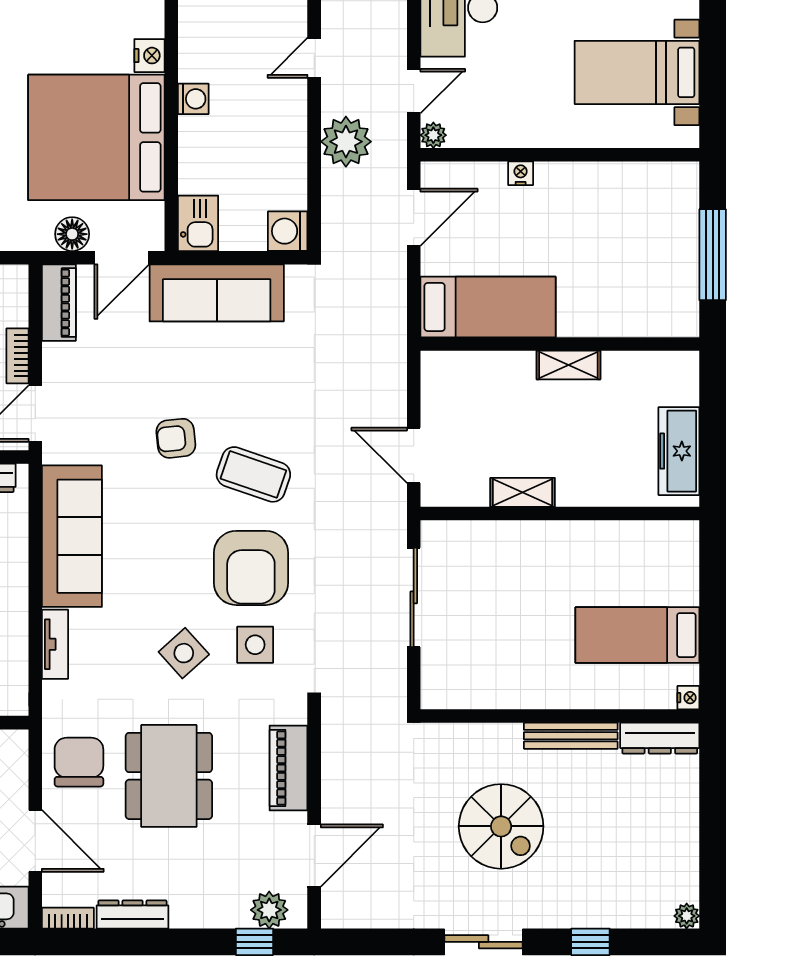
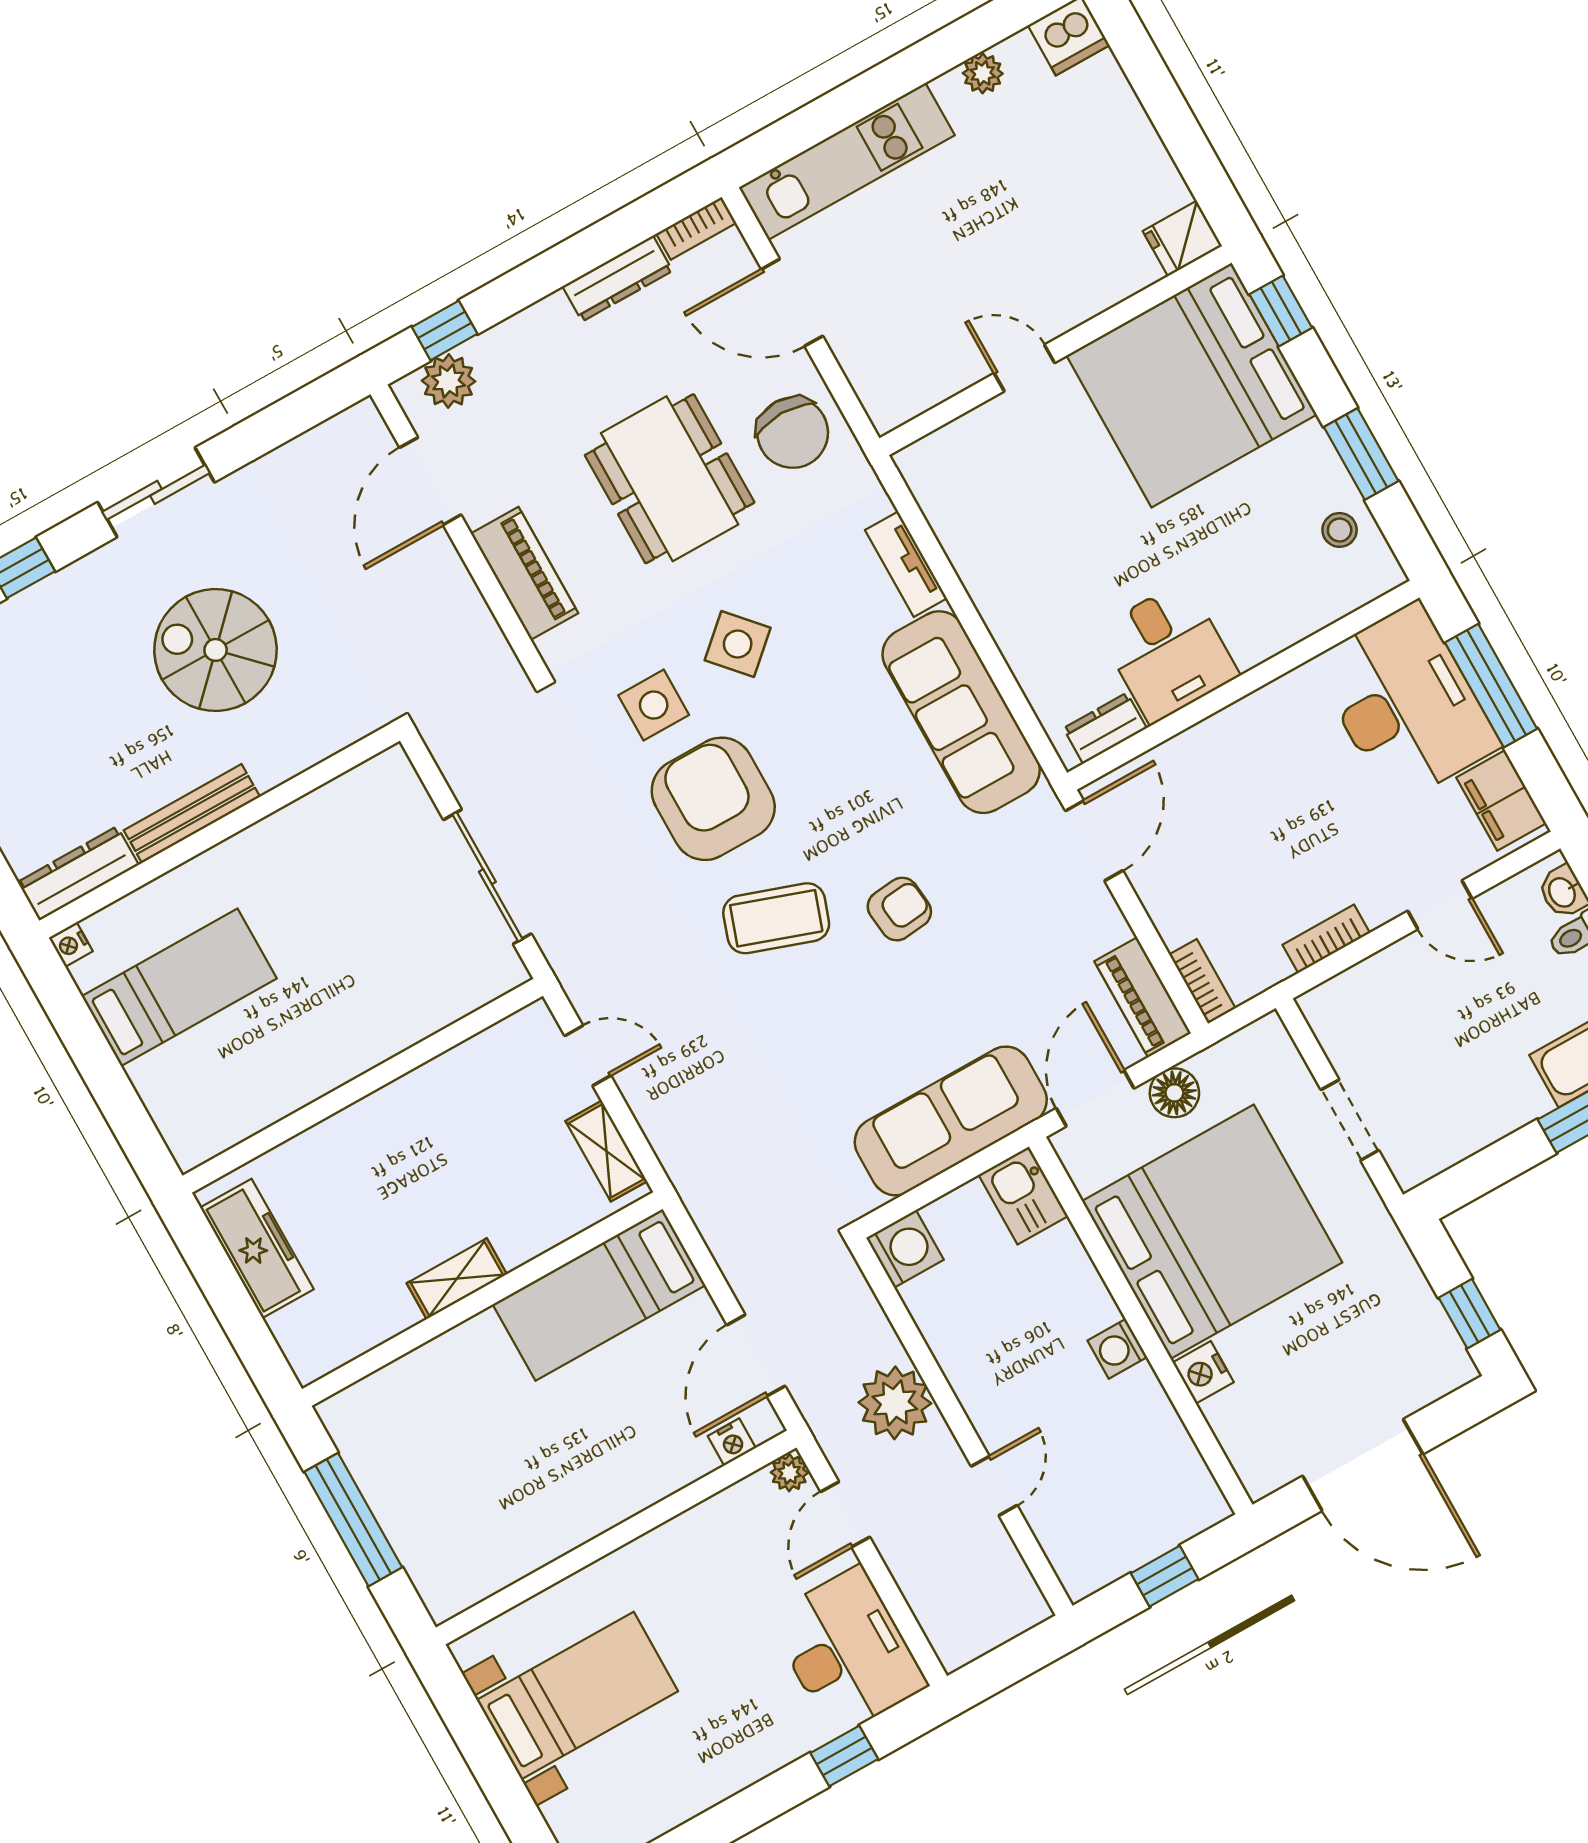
nightstand: (521, 173) -> (732, 1442), moved
bookcase: (17, 356) -> (1202, 981), moved
door: (414, 455) -> (588, 1056), width x0.73
shelving: (523, 492) -> (606, 1151), moved, turned 90

